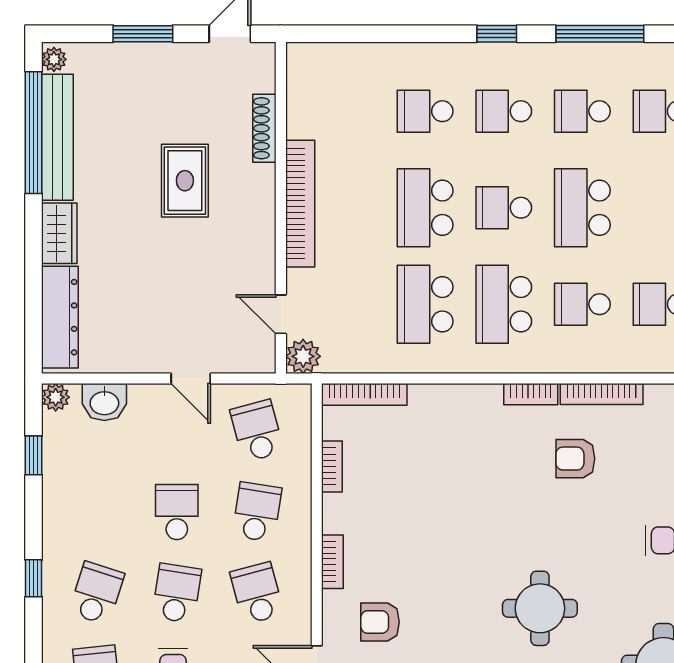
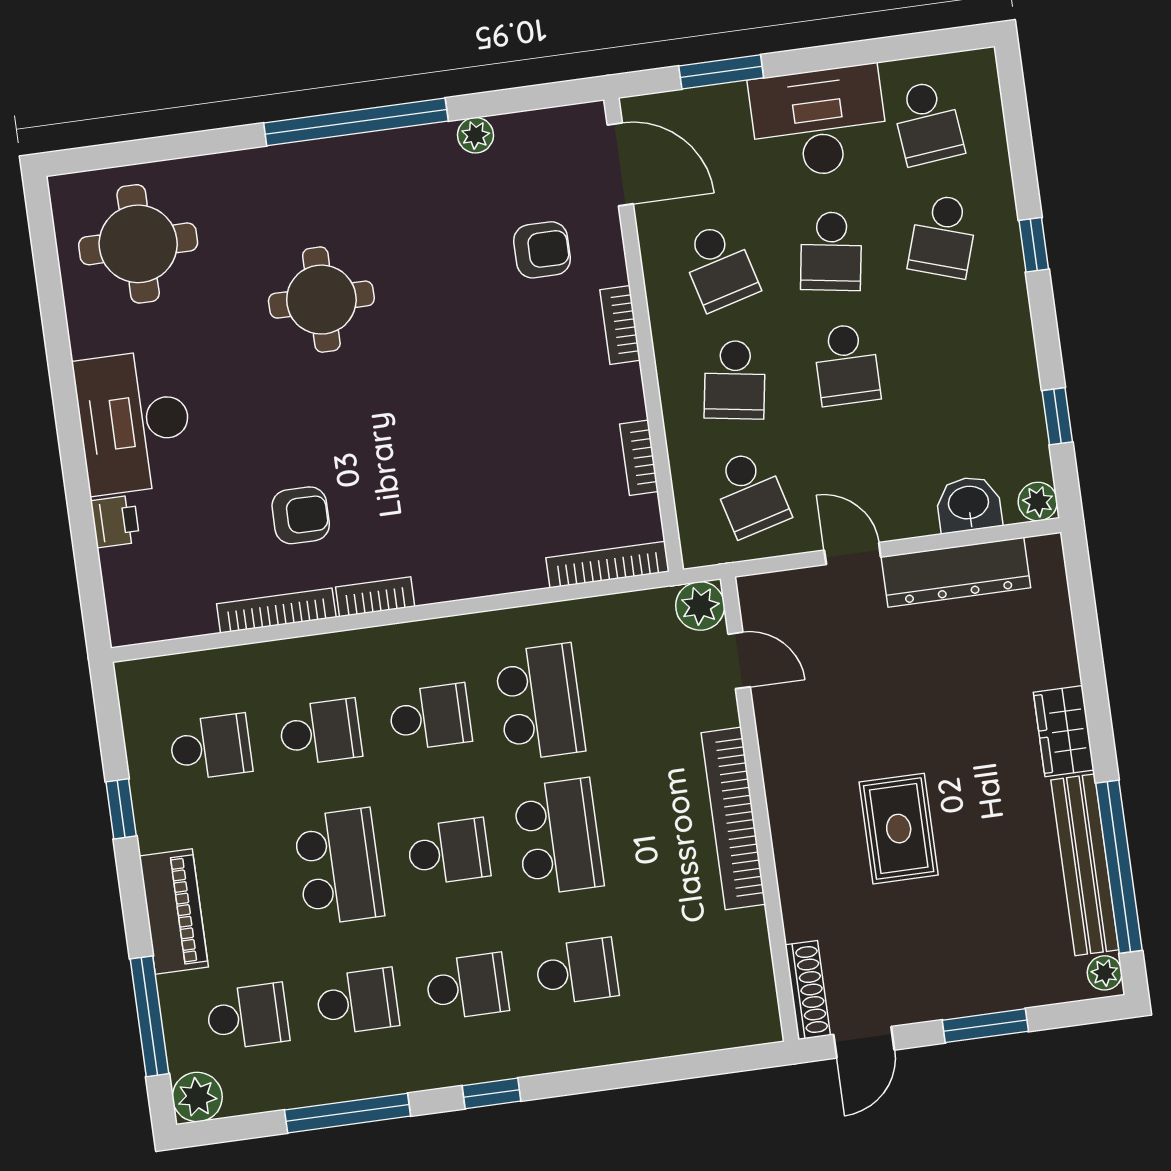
shoe rack: (264, 128) -> (808, 990), moved
school desk: (504, 304) -> (430, 717), width x0.54
dresser: (60, 317) -> (956, 572), moved, turned -90

